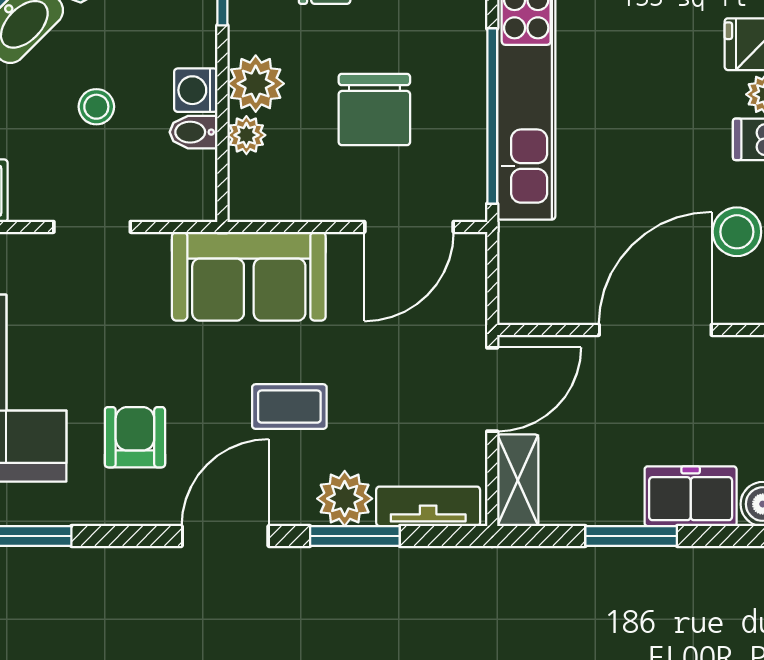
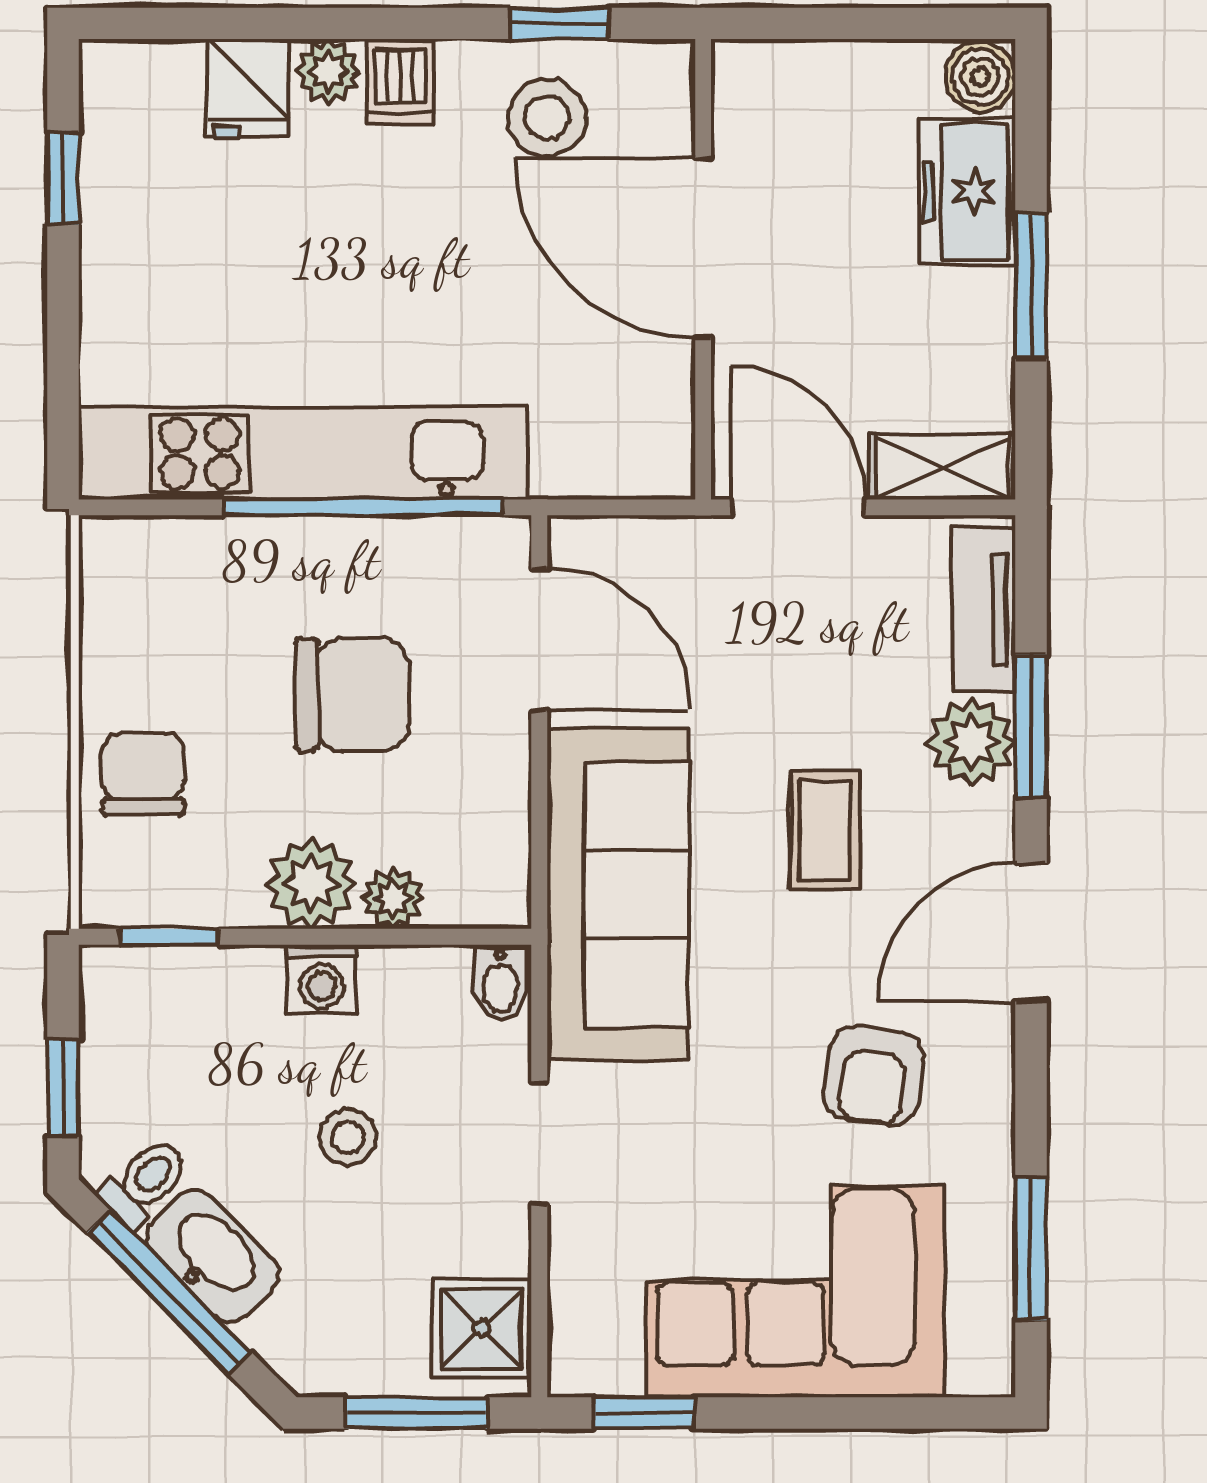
bidet: (194, 132) -> (500, 983), moved
sofa: (249, 276) -> (618, 895), width x1.36
armchair: (135, 437) -> (874, 1076), turned -82
door: (225, 536) -> (1031, 932), hinge flipped

